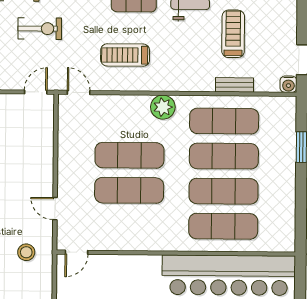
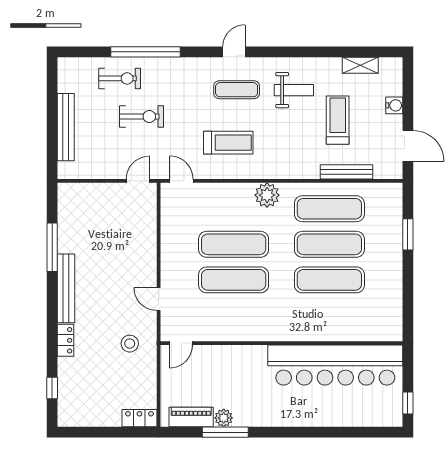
treadmill: (125, 55) -> (228, 143), turned 180
water cooler: (288, 84) -> (394, 105), moved, turned -90
bench: (235, 85) -> (347, 172), width x1.36
exercise mat: (223, 226) -> (329, 315), removed

